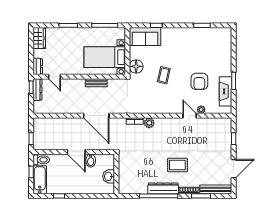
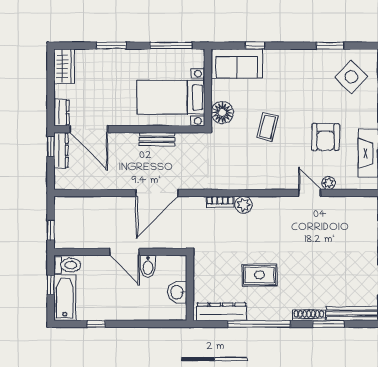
side table: (215, 45) -> (351, 77), added
door: (54, 77) -> (89, 129), width x1.88
door: (96, 116) -> (157, 193), hinge flipped
rug: (177, 165) -> (260, 275), moved
dresser: (163, 188) -> (221, 312), moved

